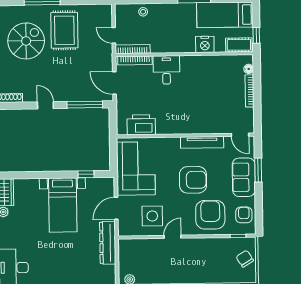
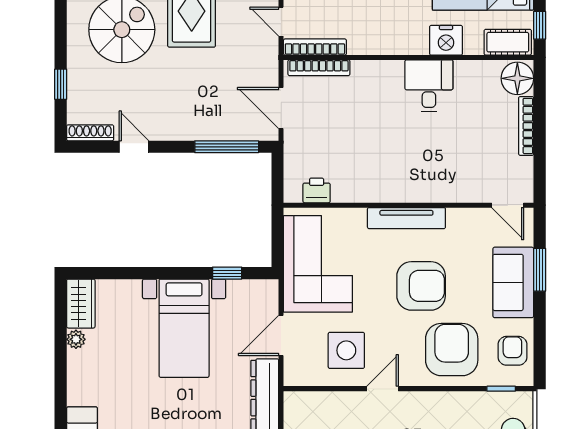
floor lamp: (249, 69) -> (517, 78), width x1.89, depth x1.89
desk: (166, 70) -> (429, 86), moved
door: (45, 105) -> (134, 147), moved
printer: (141, 125) -> (317, 190), width x0.53, depth x0.68
tv unit: (202, 142) -> (406, 218), moved

